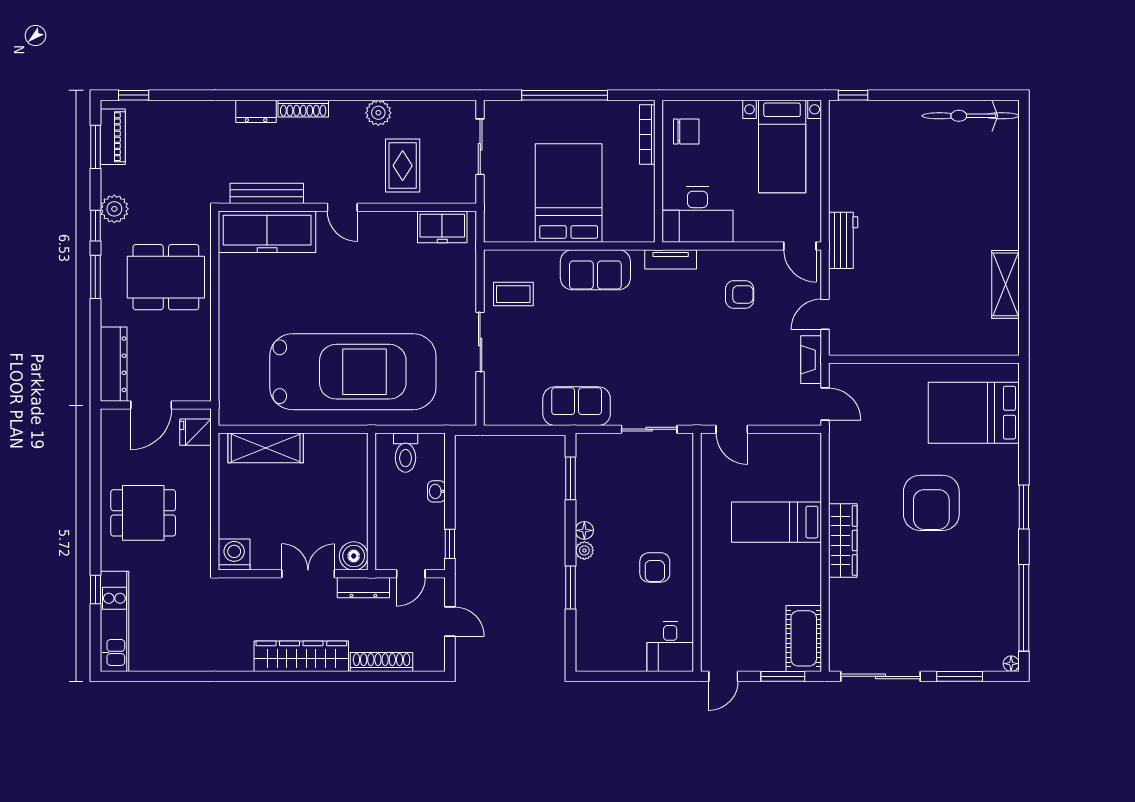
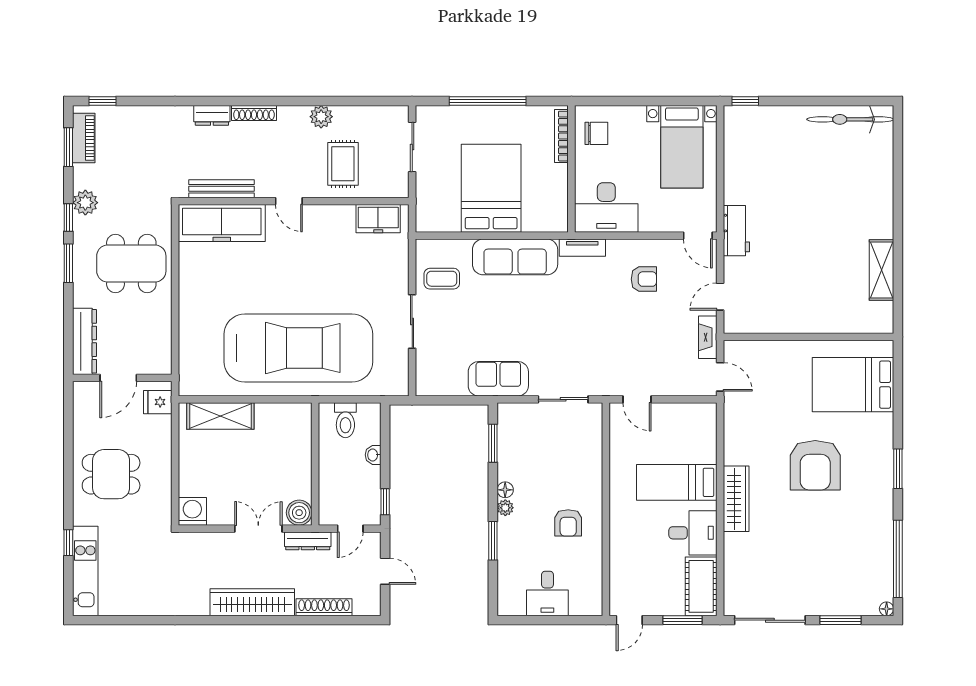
sofa: (595, 270) -> (515, 257), width x1.36
desk: (794, 579) -> (693, 533), added
desk: (670, 646) -> (547, 593), moved

